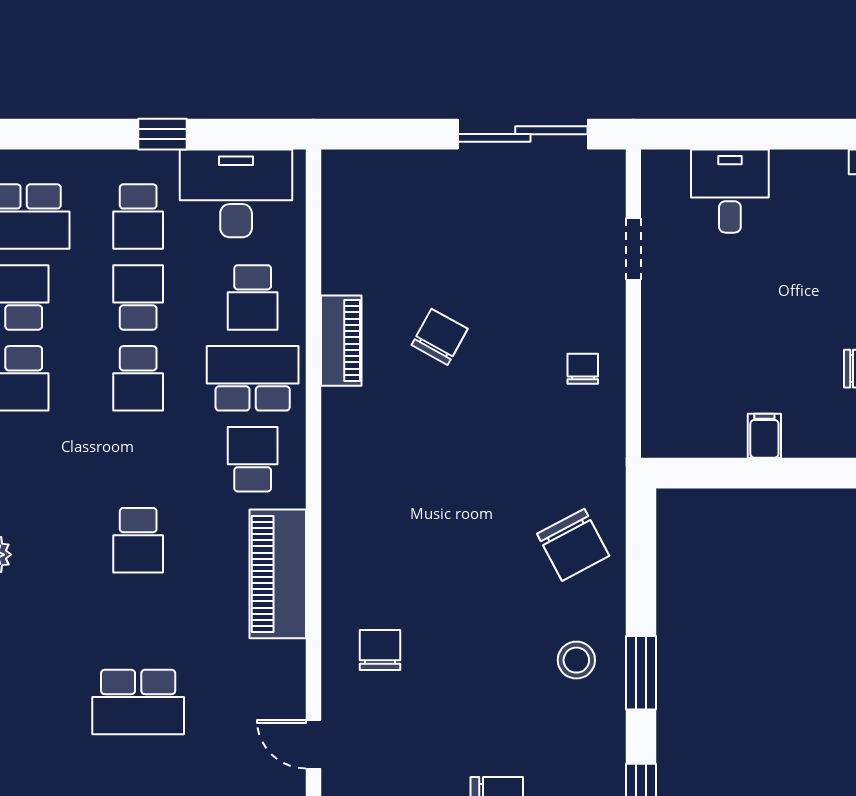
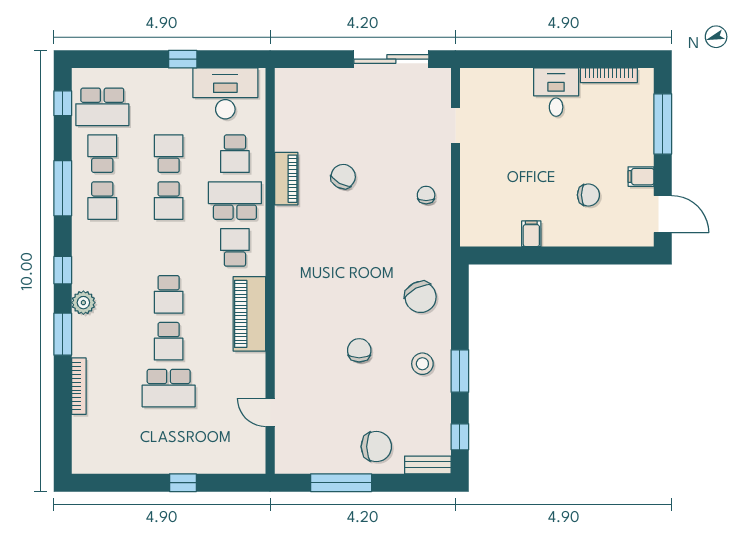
desk: (730, 191) -> (556, 92), moved
school desk: (138, 216) -> (169, 341), moved
chair: (380, 650) -> (359, 350), moved

